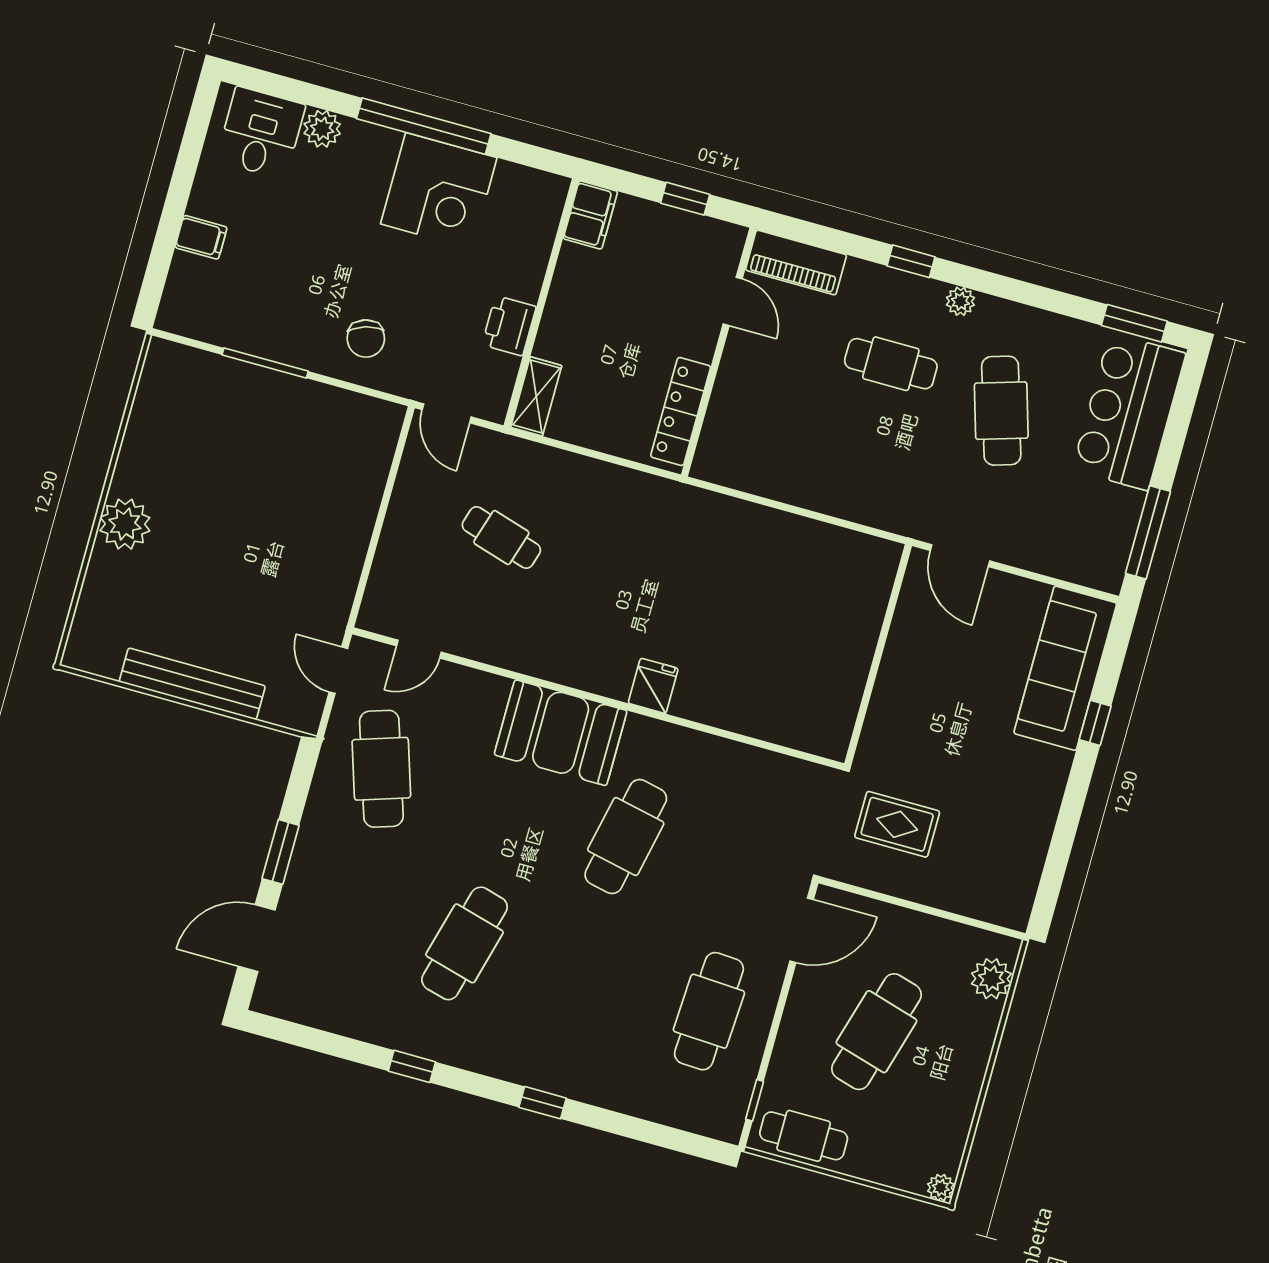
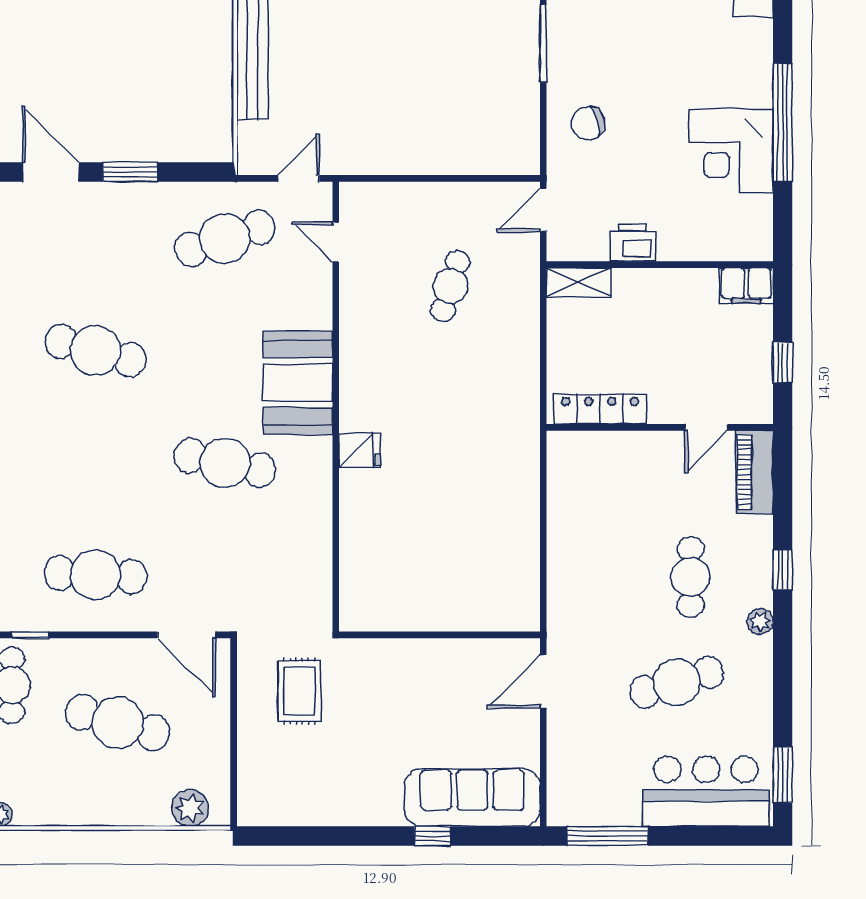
plant: (322, 129) -> (756, 37), removed

